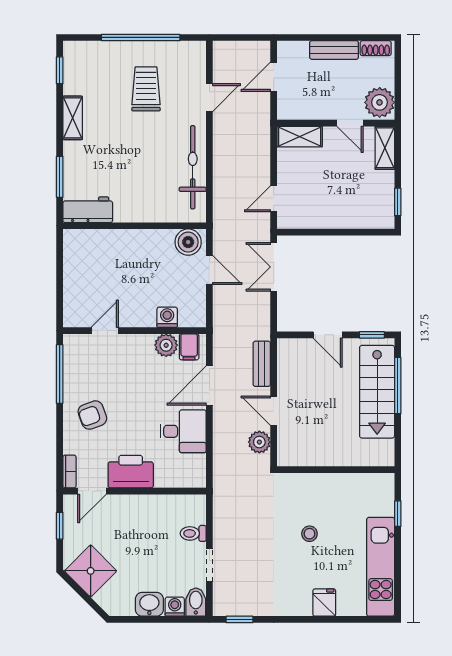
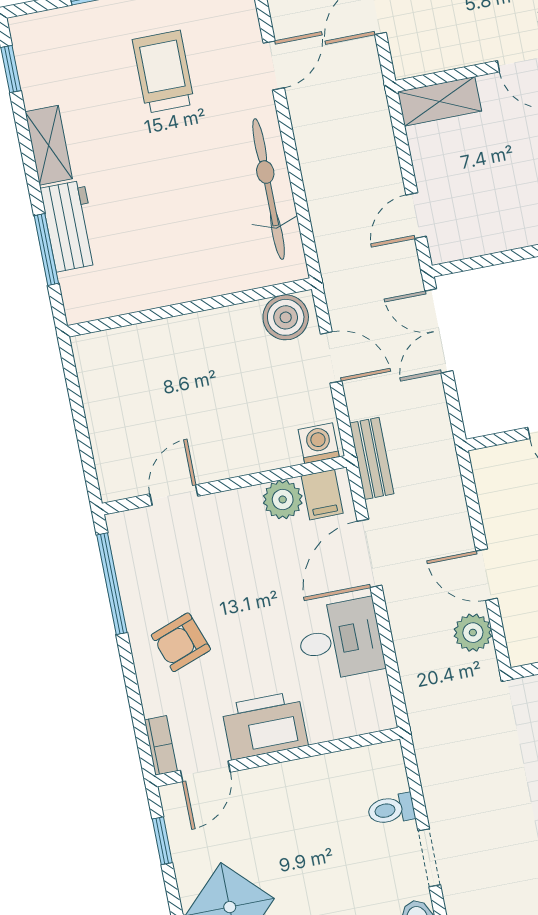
workbench: (88, 210) -> (70, 226), moved, turned 90
washing machine: (167, 317) -> (319, 443), moved
bench: (262, 364) -> (372, 458), moved

